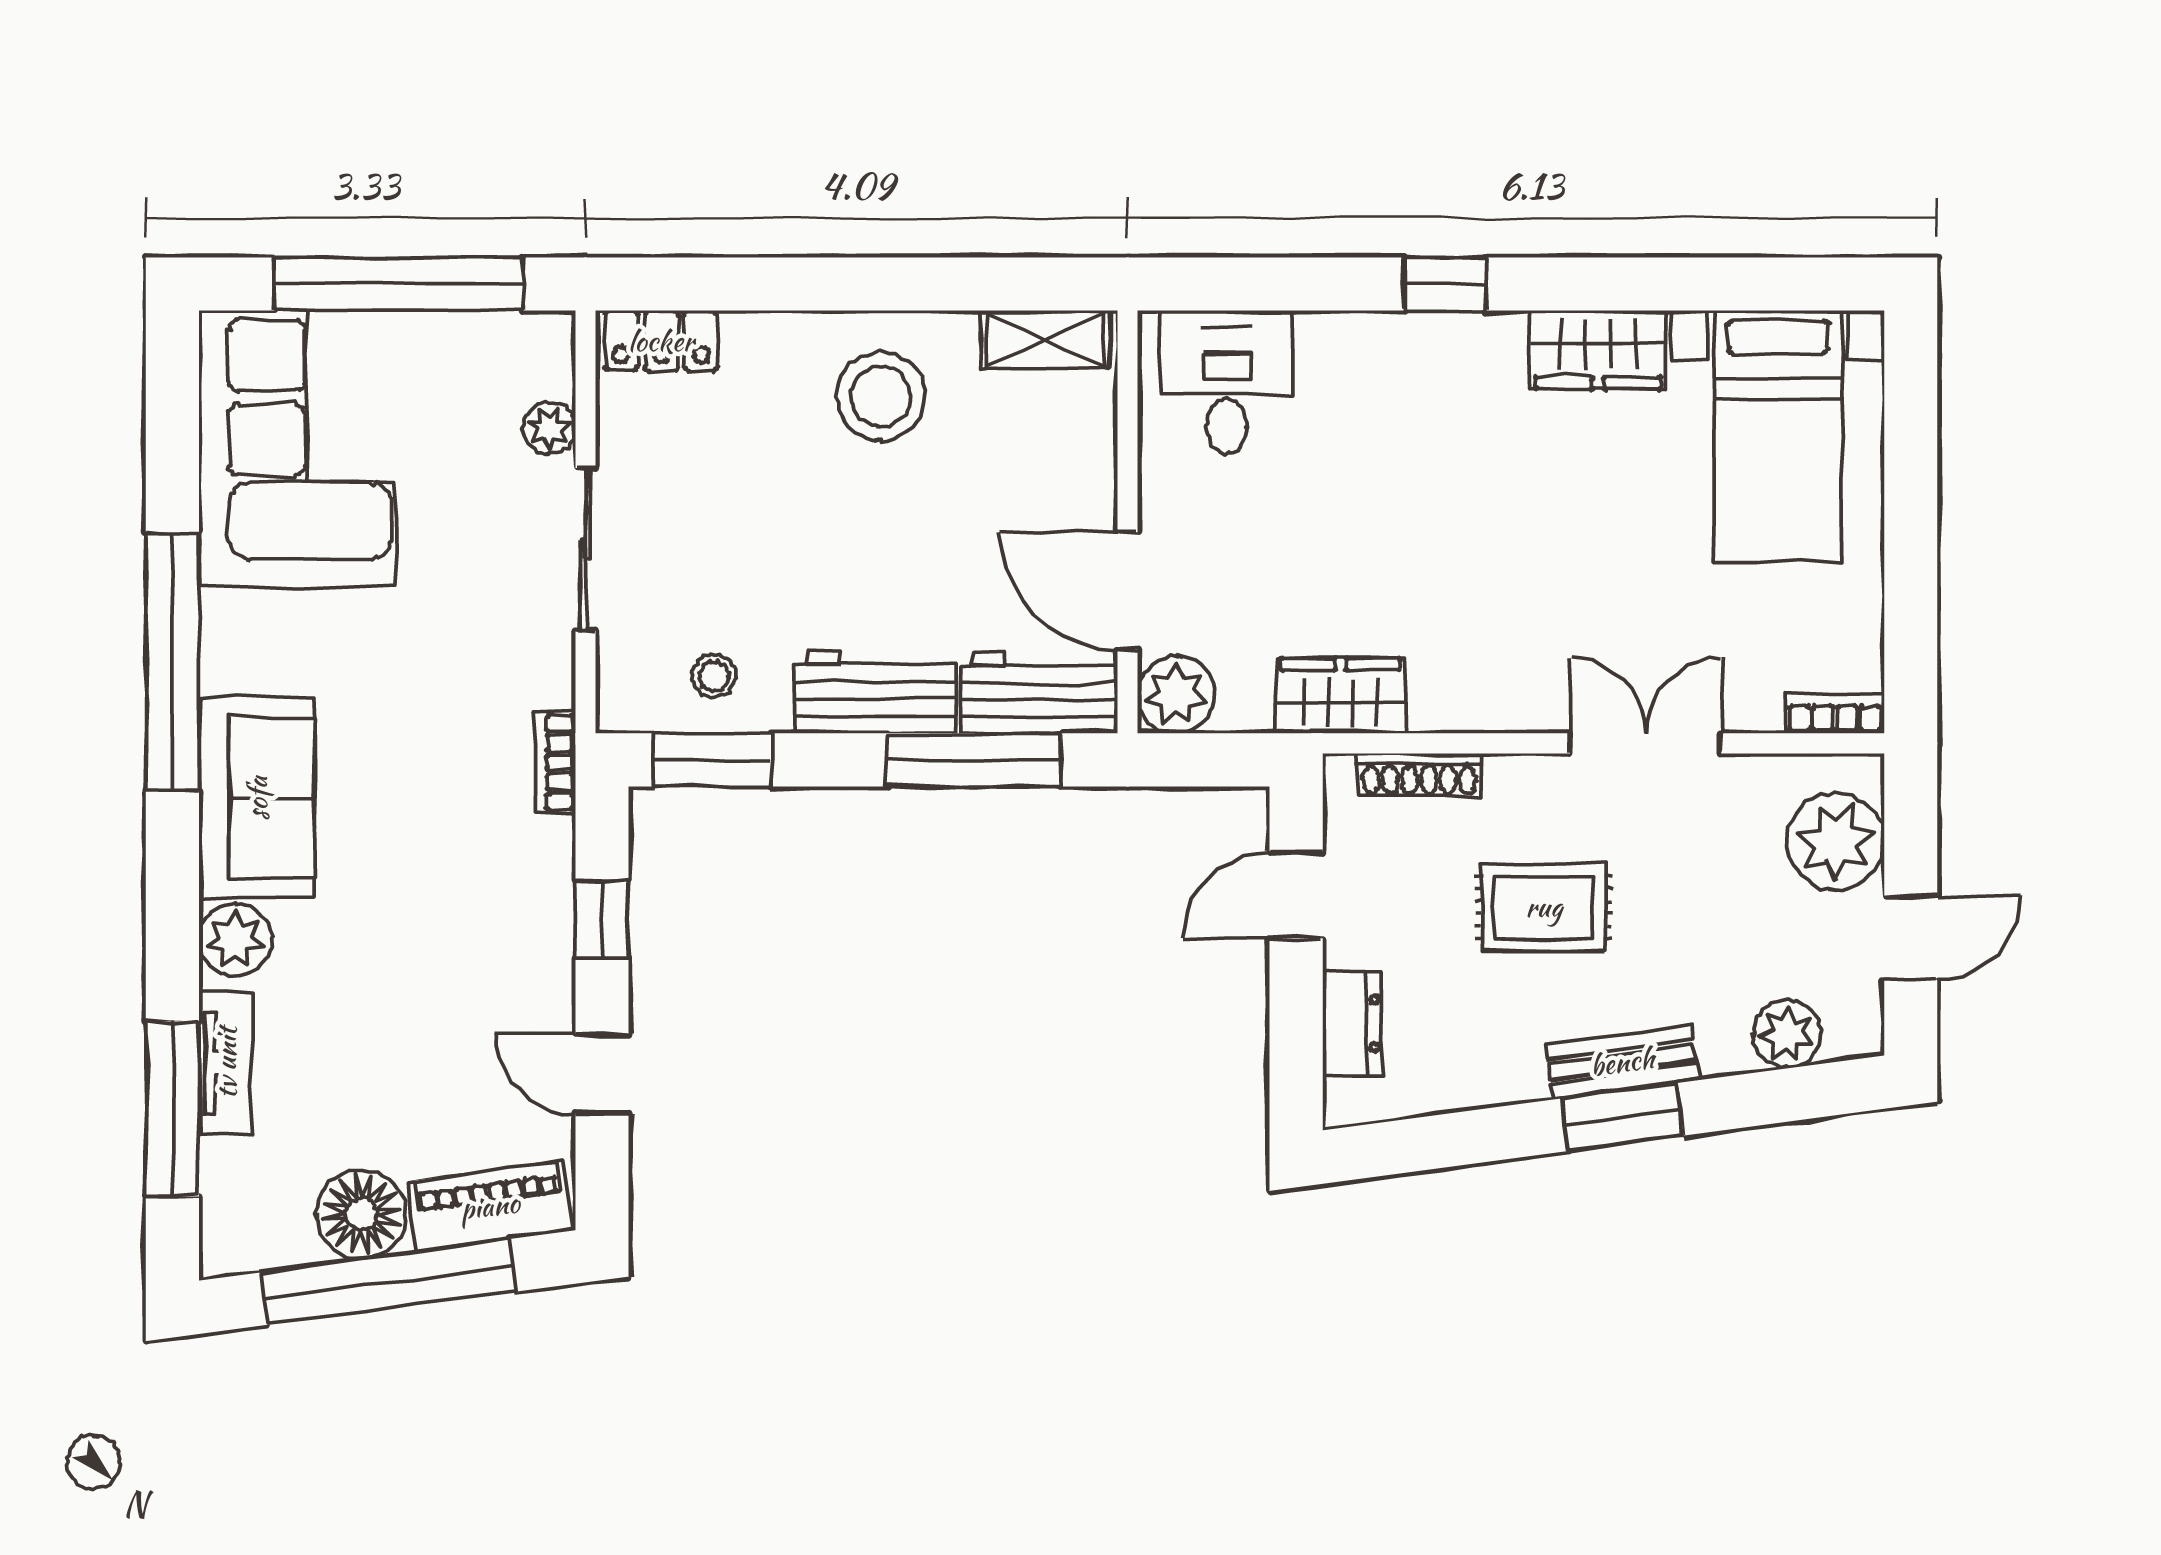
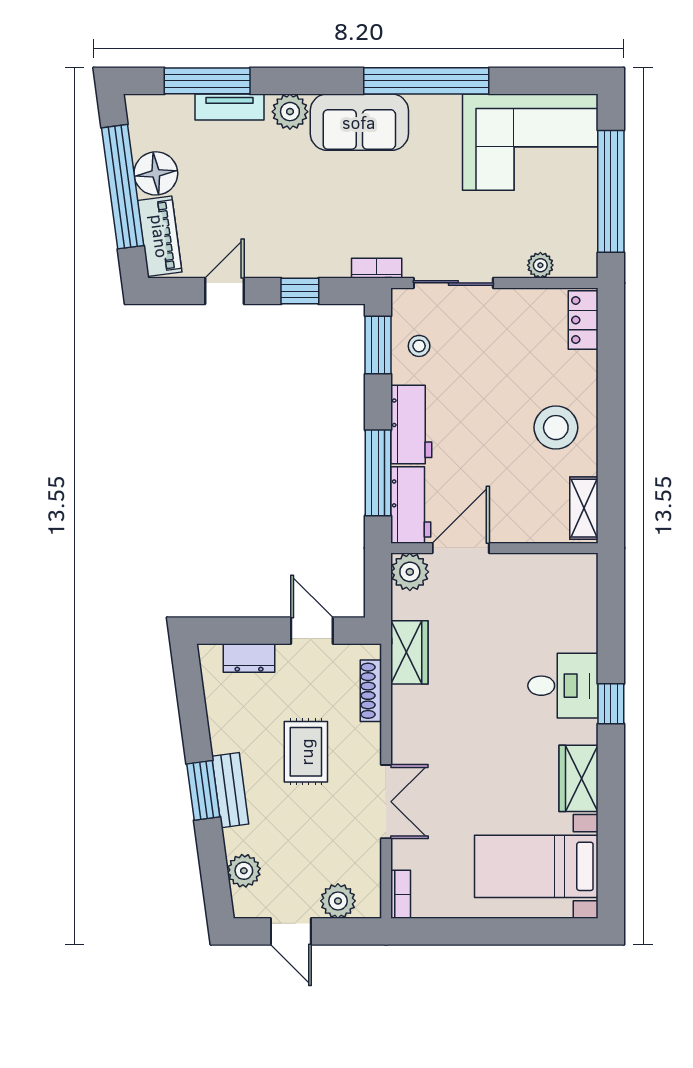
desk: (1227, 382) -> (563, 686), moved
sliding door: (585, 549) -> (453, 283), moved
plant: (1836, 842) -> (338, 901), width x0.73, depth x0.73

